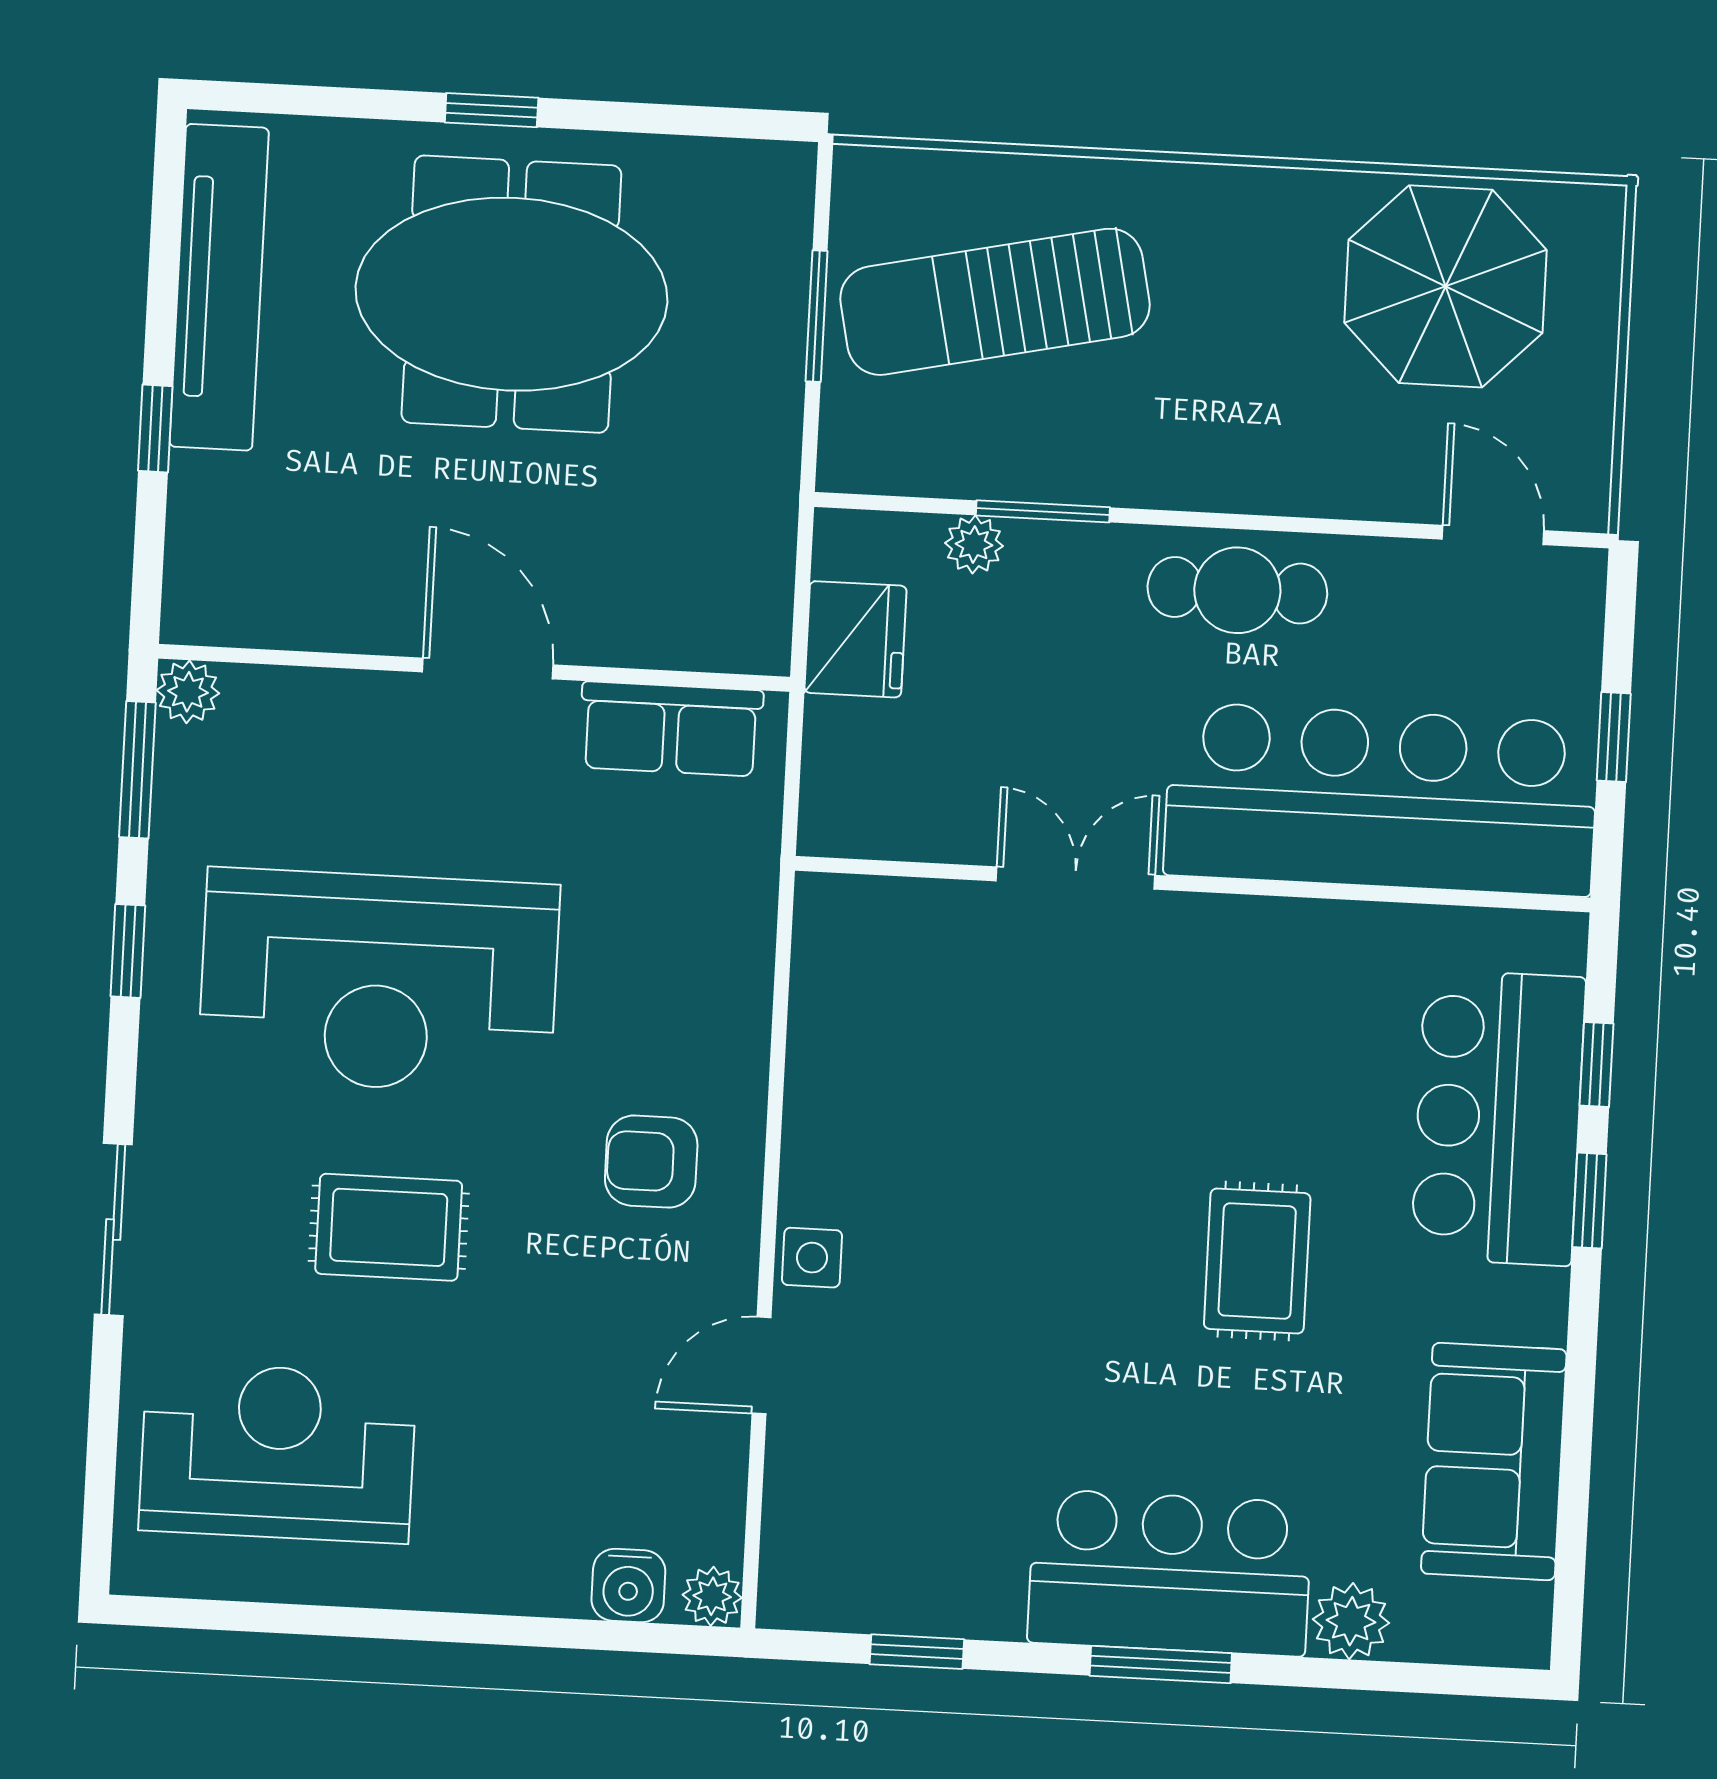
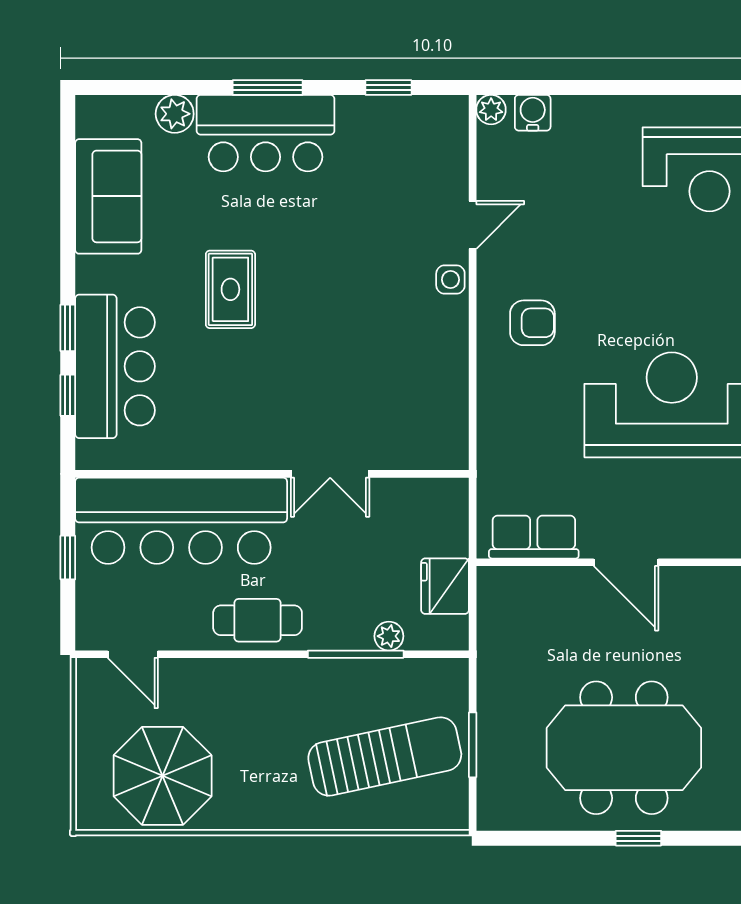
window: (1043, 511) -> (356, 654), width x1.44
rug: (389, 1227) -> (660, 284), removed

